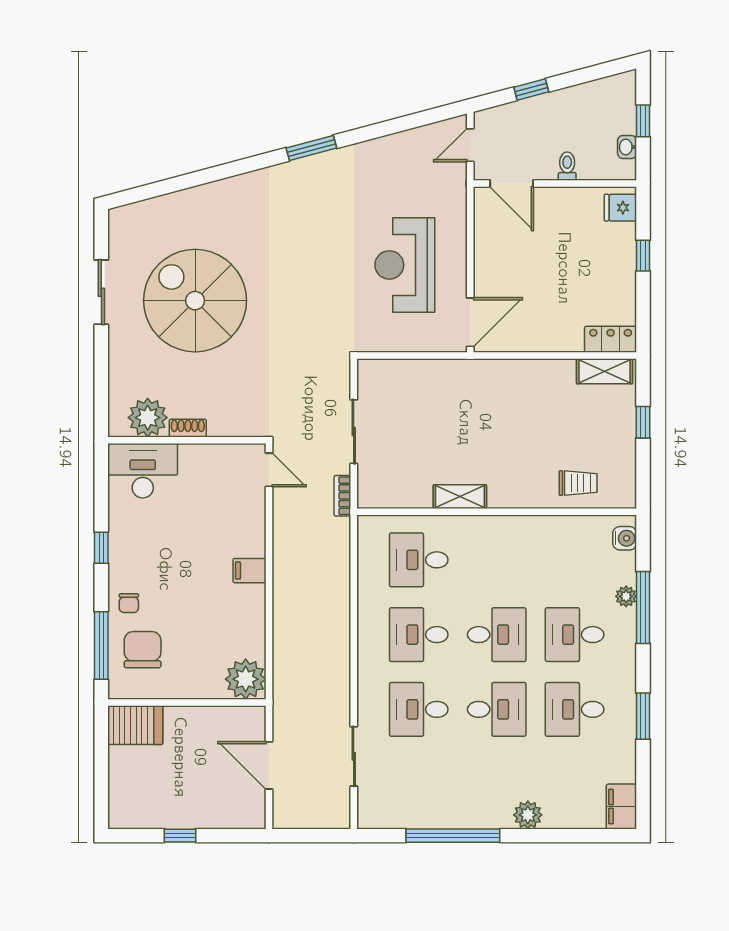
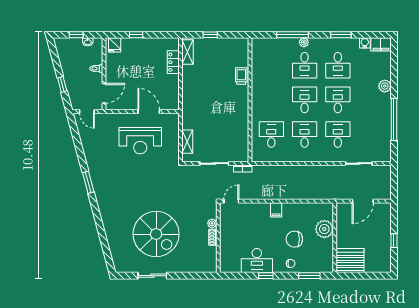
spiral stairs: (195, 301) -> (156, 234), turned -90
door: (470, 322) -> (149, 112), moved
locker: (611, 339) -> (173, 62), moved
plant: (148, 418) -> (212, 223), moved, width x0.53, depth x0.53
desk: (143, 471) -> (257, 261), moved, turned -90
trolley: (578, 483) -> (241, 76), moved
shelving: (460, 497) -> (187, 142), moved
water cooler: (625, 538) -> (365, 43), moved
desk: (419, 560) -> (271, 135), turned 180
plant: (626, 596) -> (304, 42), moved
desk: (419, 635) -> (305, 135), turned 180
window: (101, 645) -> (309, 276), width x0.69
chair: (143, 650) -> (294, 239), moved
plant: (246, 679) -> (324, 229), moved
desk: (419, 709) -> (338, 135), turned 180
server rack: (135, 725) -> (350, 261), width x1.60

